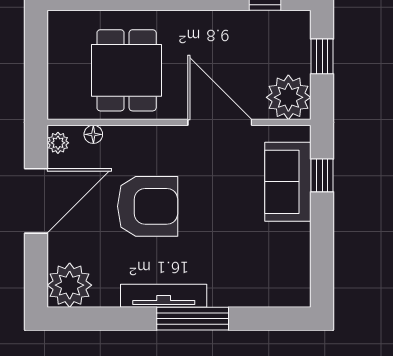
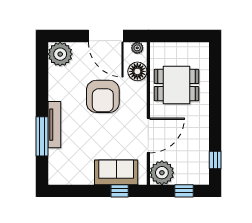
floor lamp: (93, 134) -> (137, 71), width x1.89, depth x1.89
tv unit: (164, 296) -> (54, 125), moved
window: (193, 319) -> (42, 136), moved

